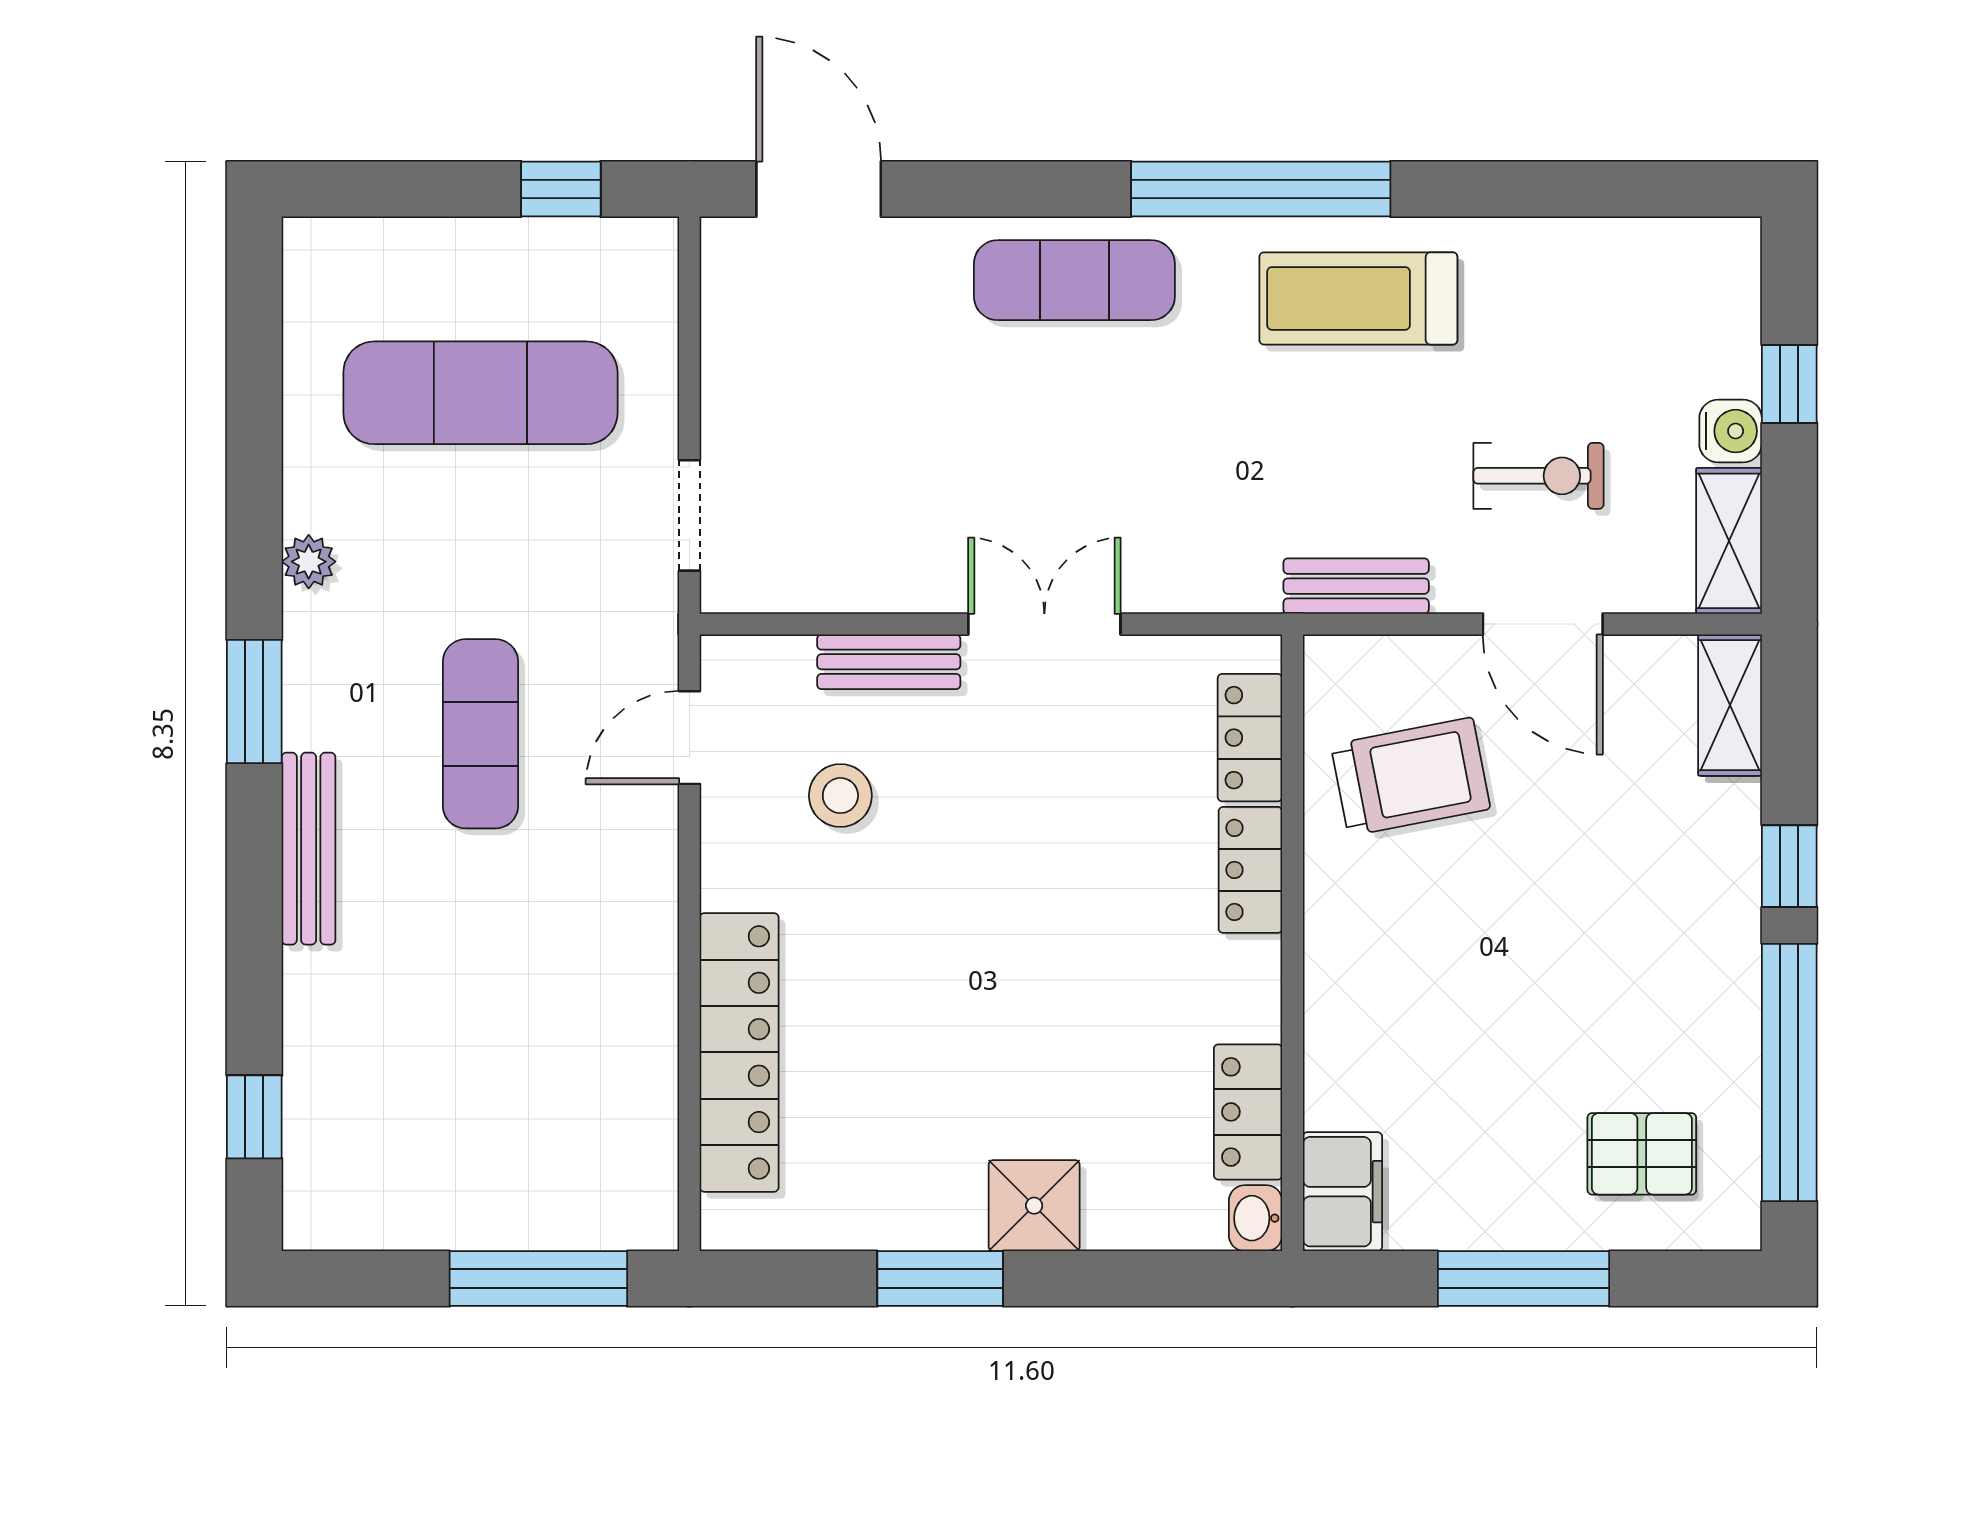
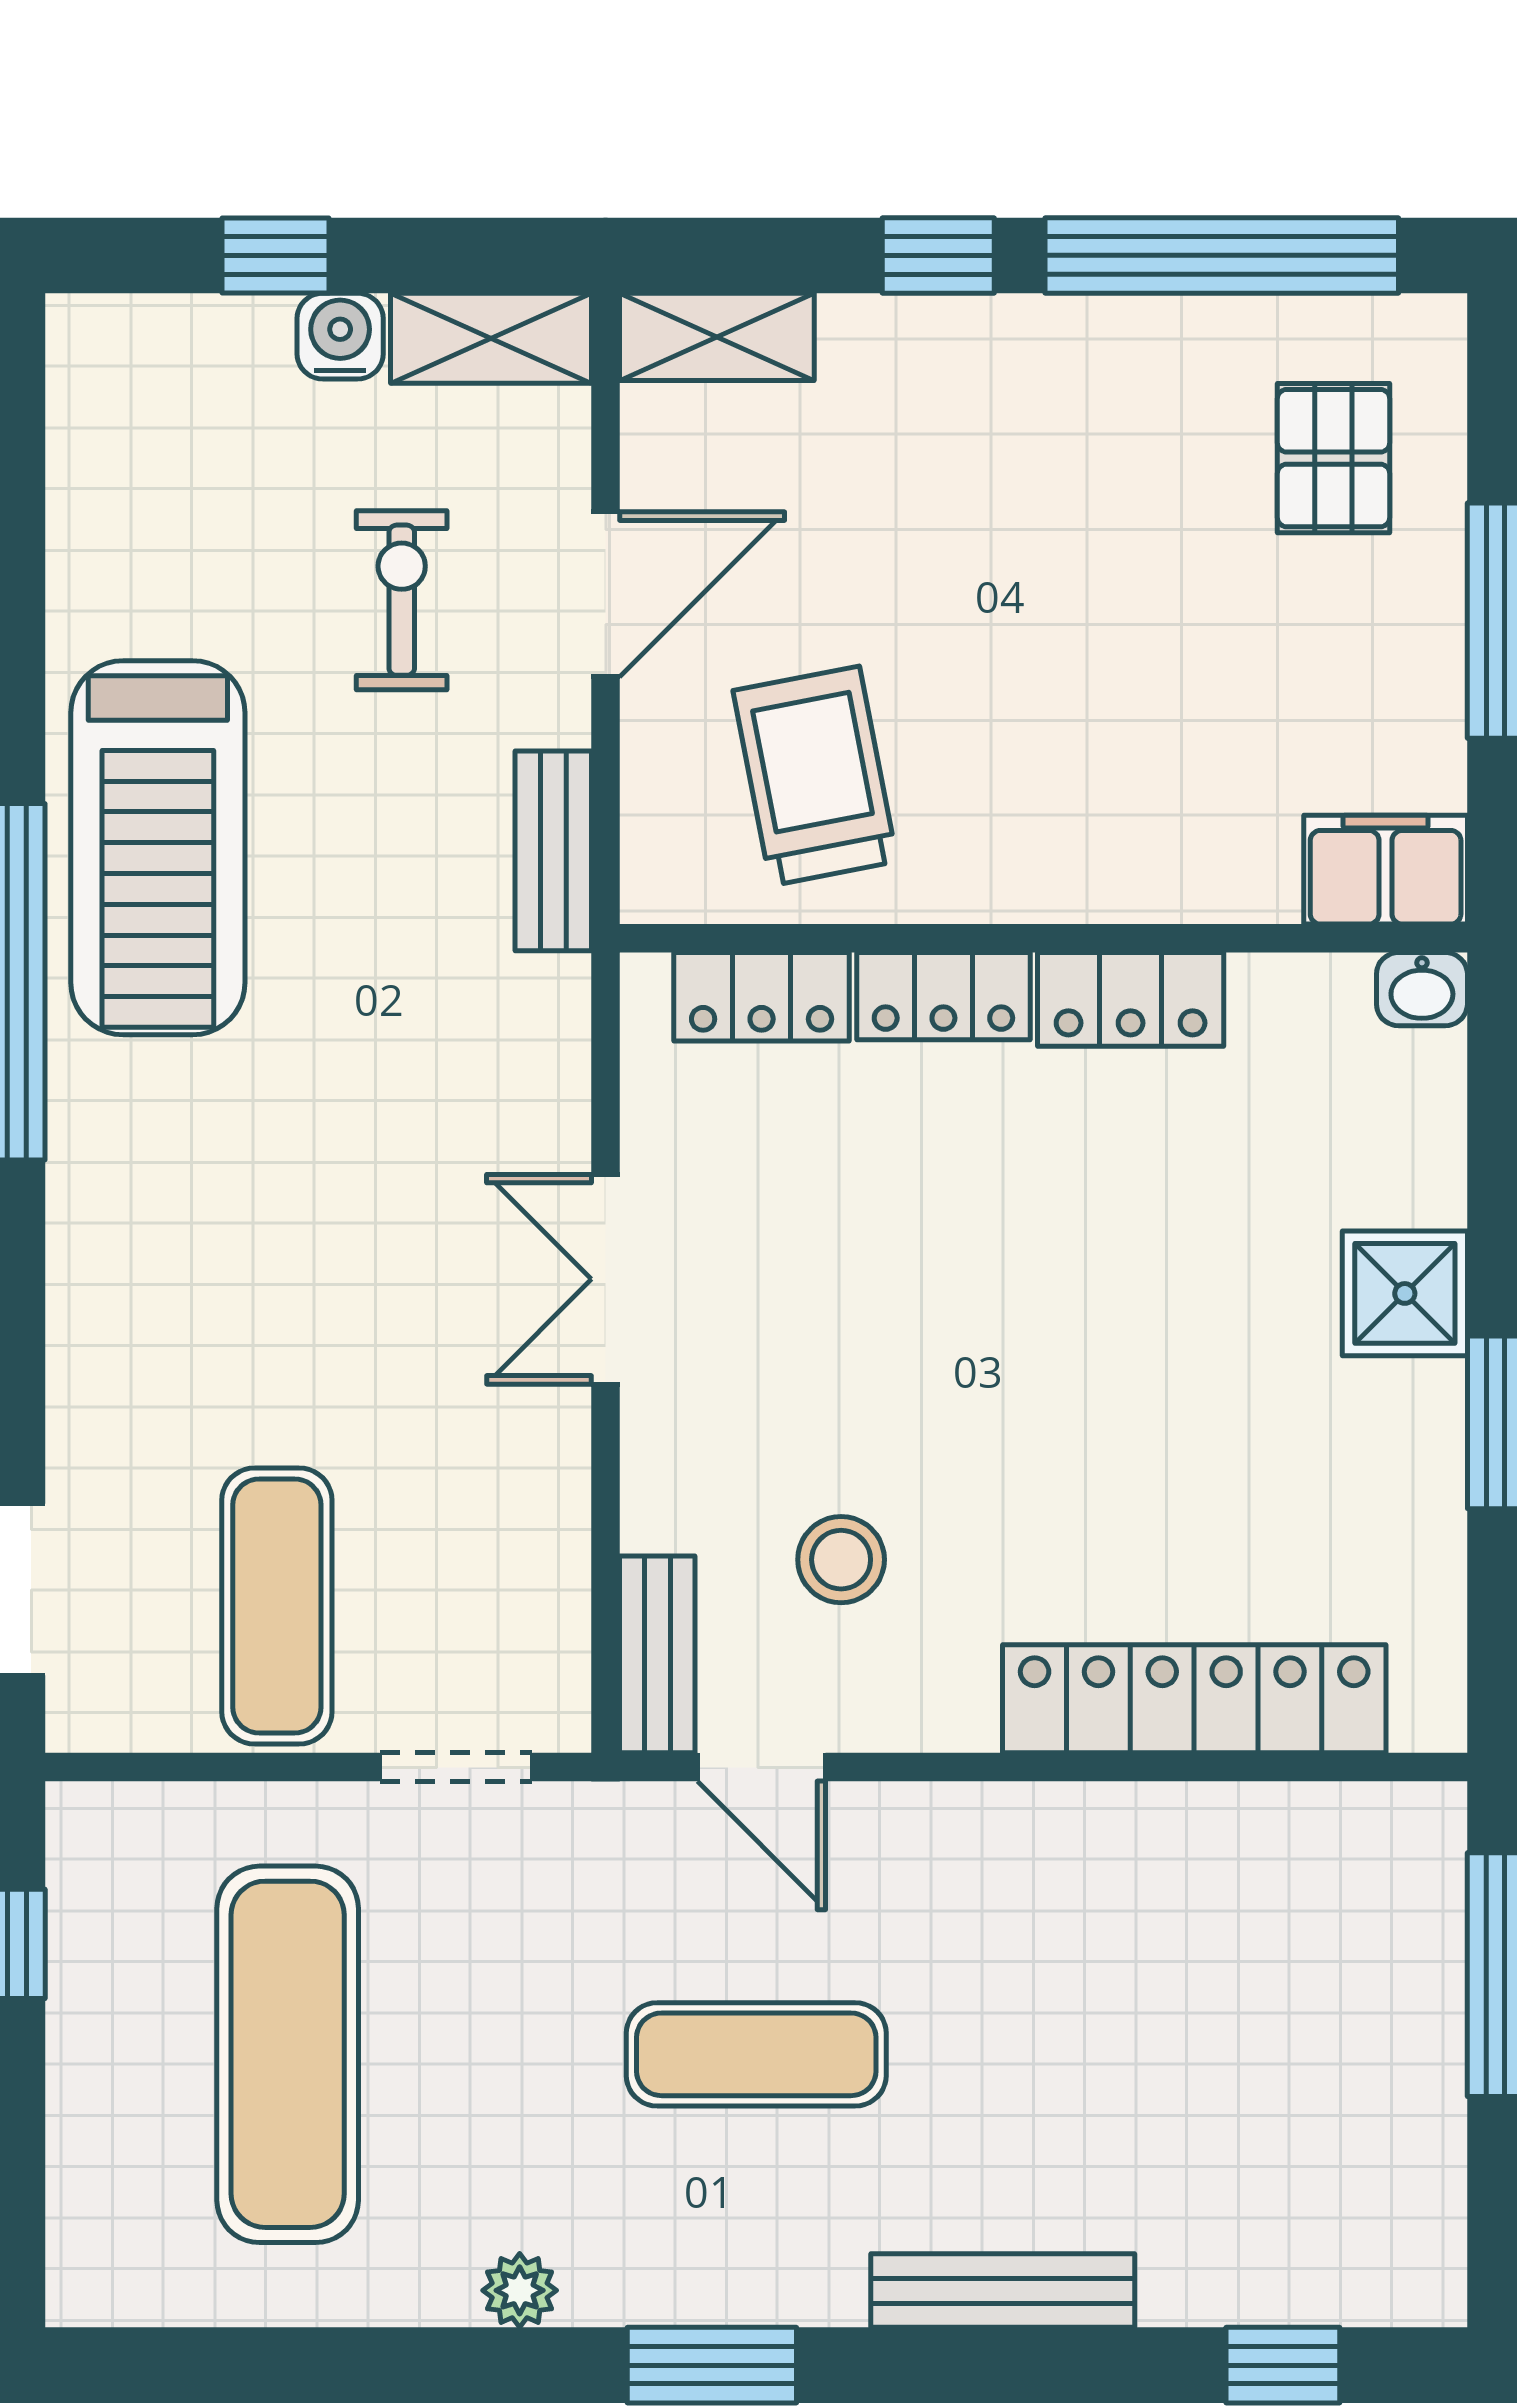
exercise mat: (1074, 280) -> (277, 1606), moved
treadmill: (1358, 298) -> (158, 848), width x1.37, depth x1.38
bench: (889, 662) -> (657, 1654), moved
bench: (309, 849) -> (1003, 2291), moved
locker: (1248, 1112) -> (1131, 999), moved

